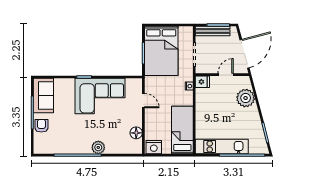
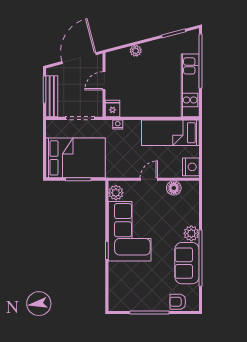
door: (245, 54) -> (79, 58), hinge flipped
door: (226, 75) -> (104, 81), hinge flipped
plant: (132, 84) -> (116, 193), added
sofa: (43, 96) -> (187, 263), moved, turned -90
plant: (246, 98) -> (136, 51), width x0.53, depth x0.53
door: (143, 101) -> (149, 179), moved
armchair: (41, 126) -> (178, 302), moved

